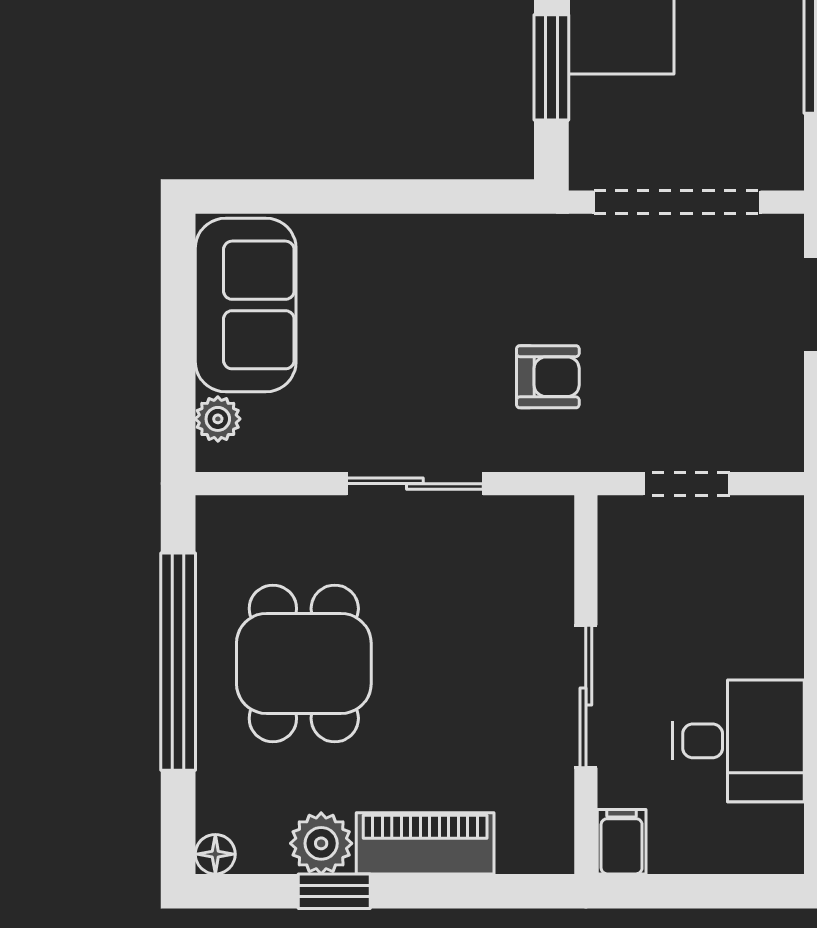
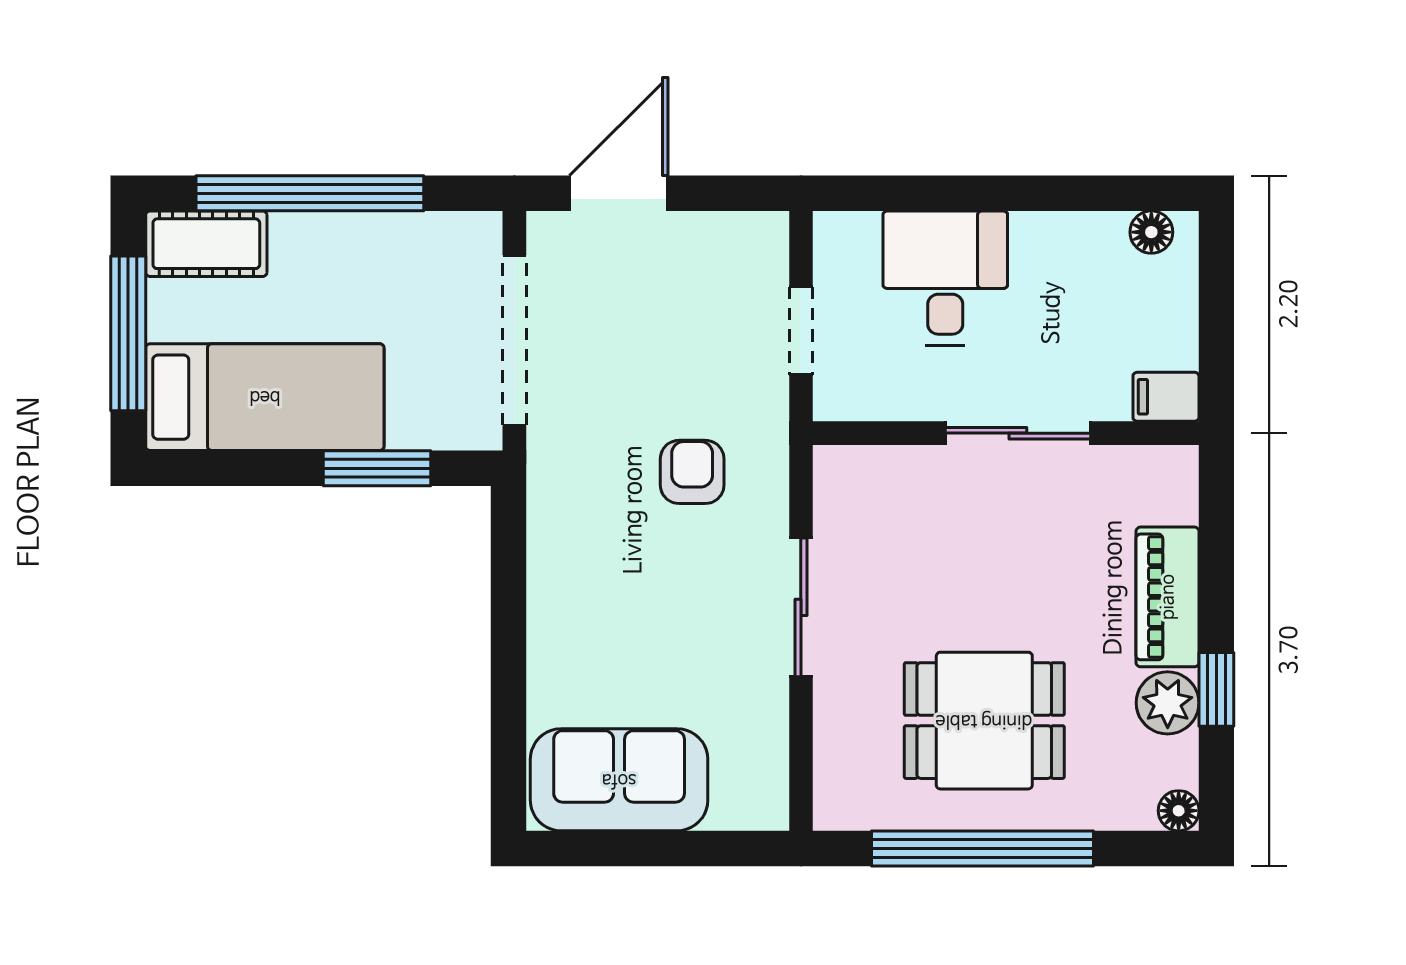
plant: (218, 419) -> (735, 808), removed
desk: (738, 741) -> (945, 278), moved
floor lamp: (783, 827) -> (1151, 232), added

